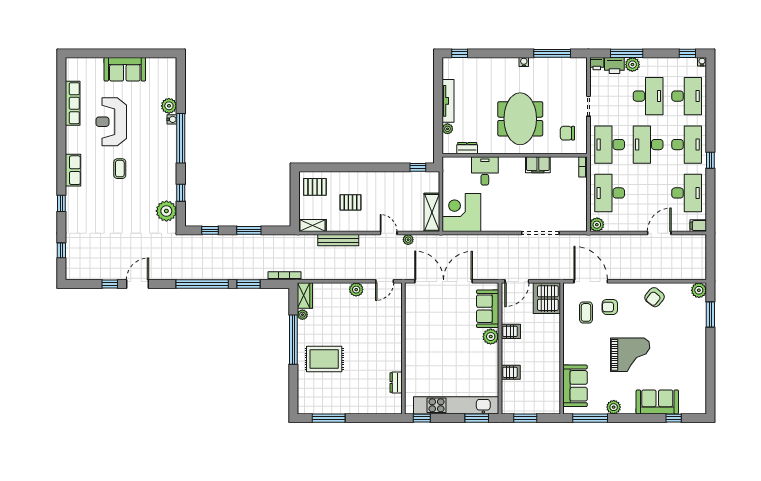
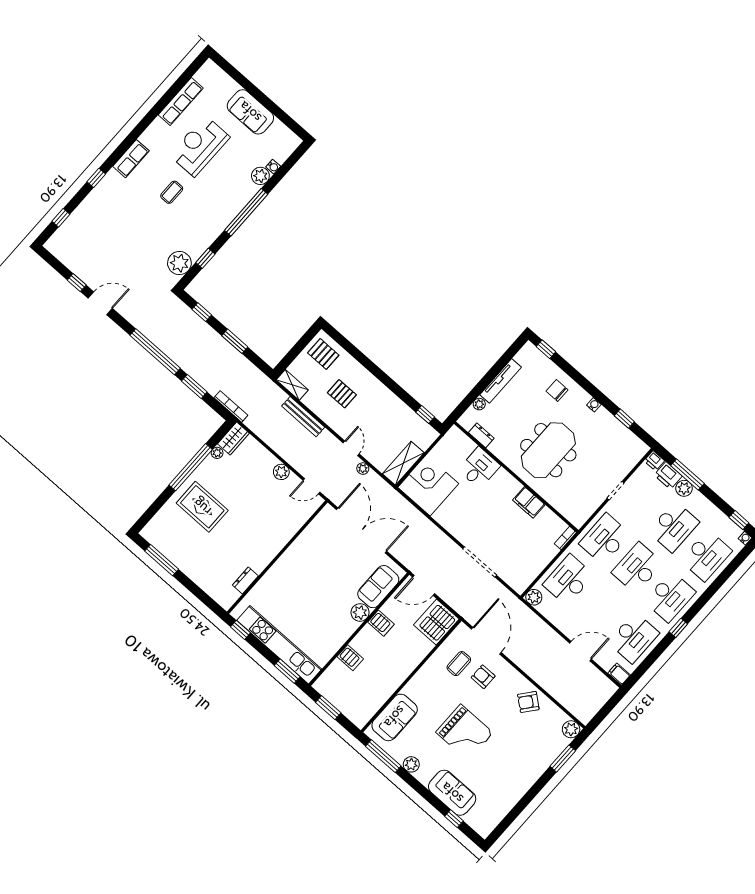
window: (552, 53) -> (624, 419), width x0.46
water cooler: (172, 119) -> (273, 167), moved
chair: (567, 133) -> (557, 391), moved

